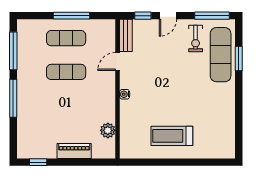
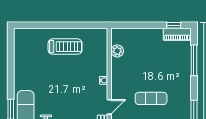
window: (13, 98) -> (194, 60), moved
piano: (74, 151) -> (177, 34), moved

